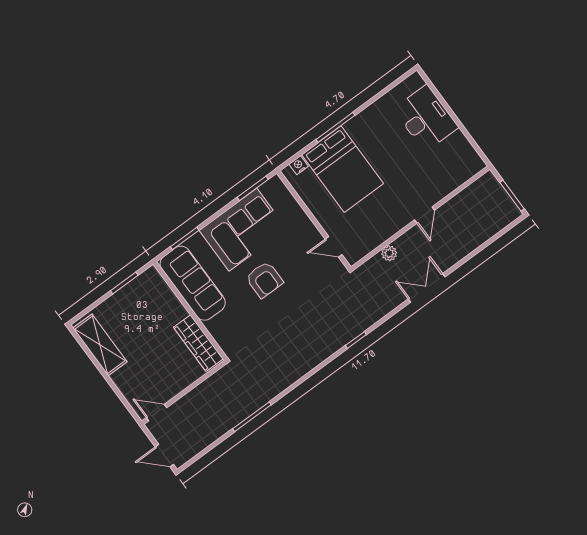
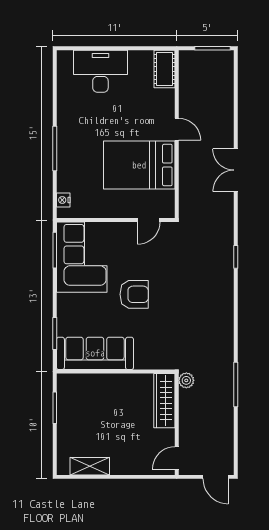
bed: (343, 169) -> (139, 165), moved, turned 180
cot: (466, 169) -> (165, 69), added
corner sofa: (243, 230) -> (82, 257), moved
plant: (389, 253) -> (186, 380), moved
wardrobe: (198, 343) -> (164, 401), moved, turned 90
shelving: (100, 345) -> (90, 466), width x0.67, depth x0.75
door: (164, 456) -> (216, 477), hinge flipped

